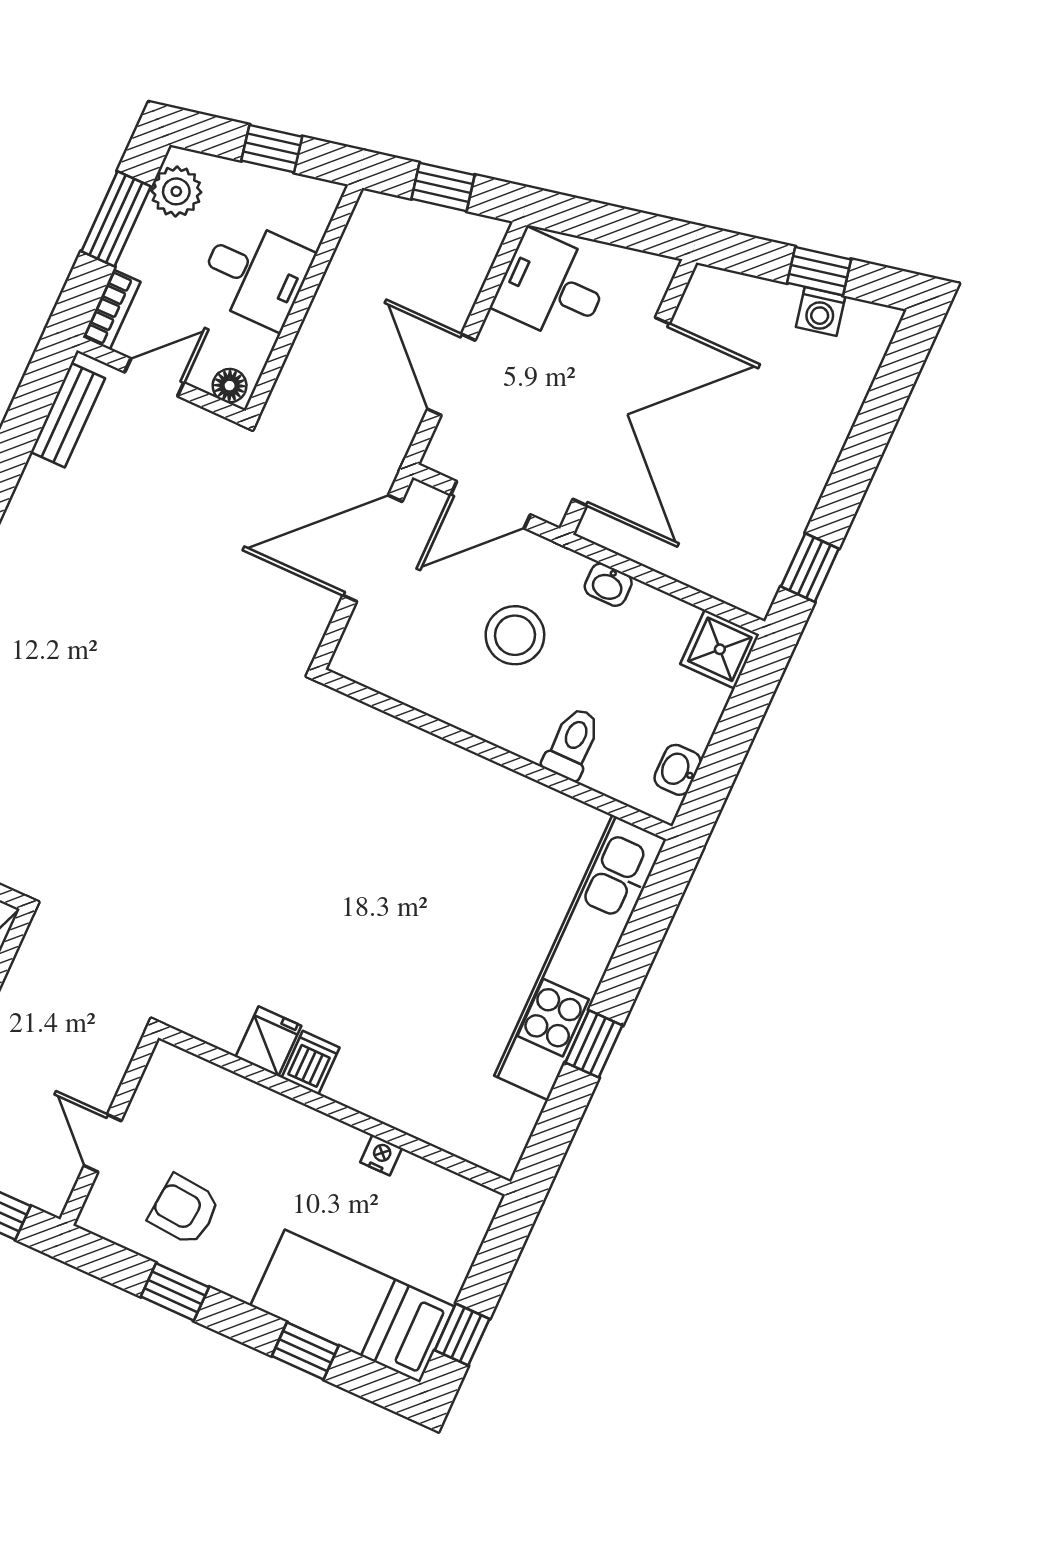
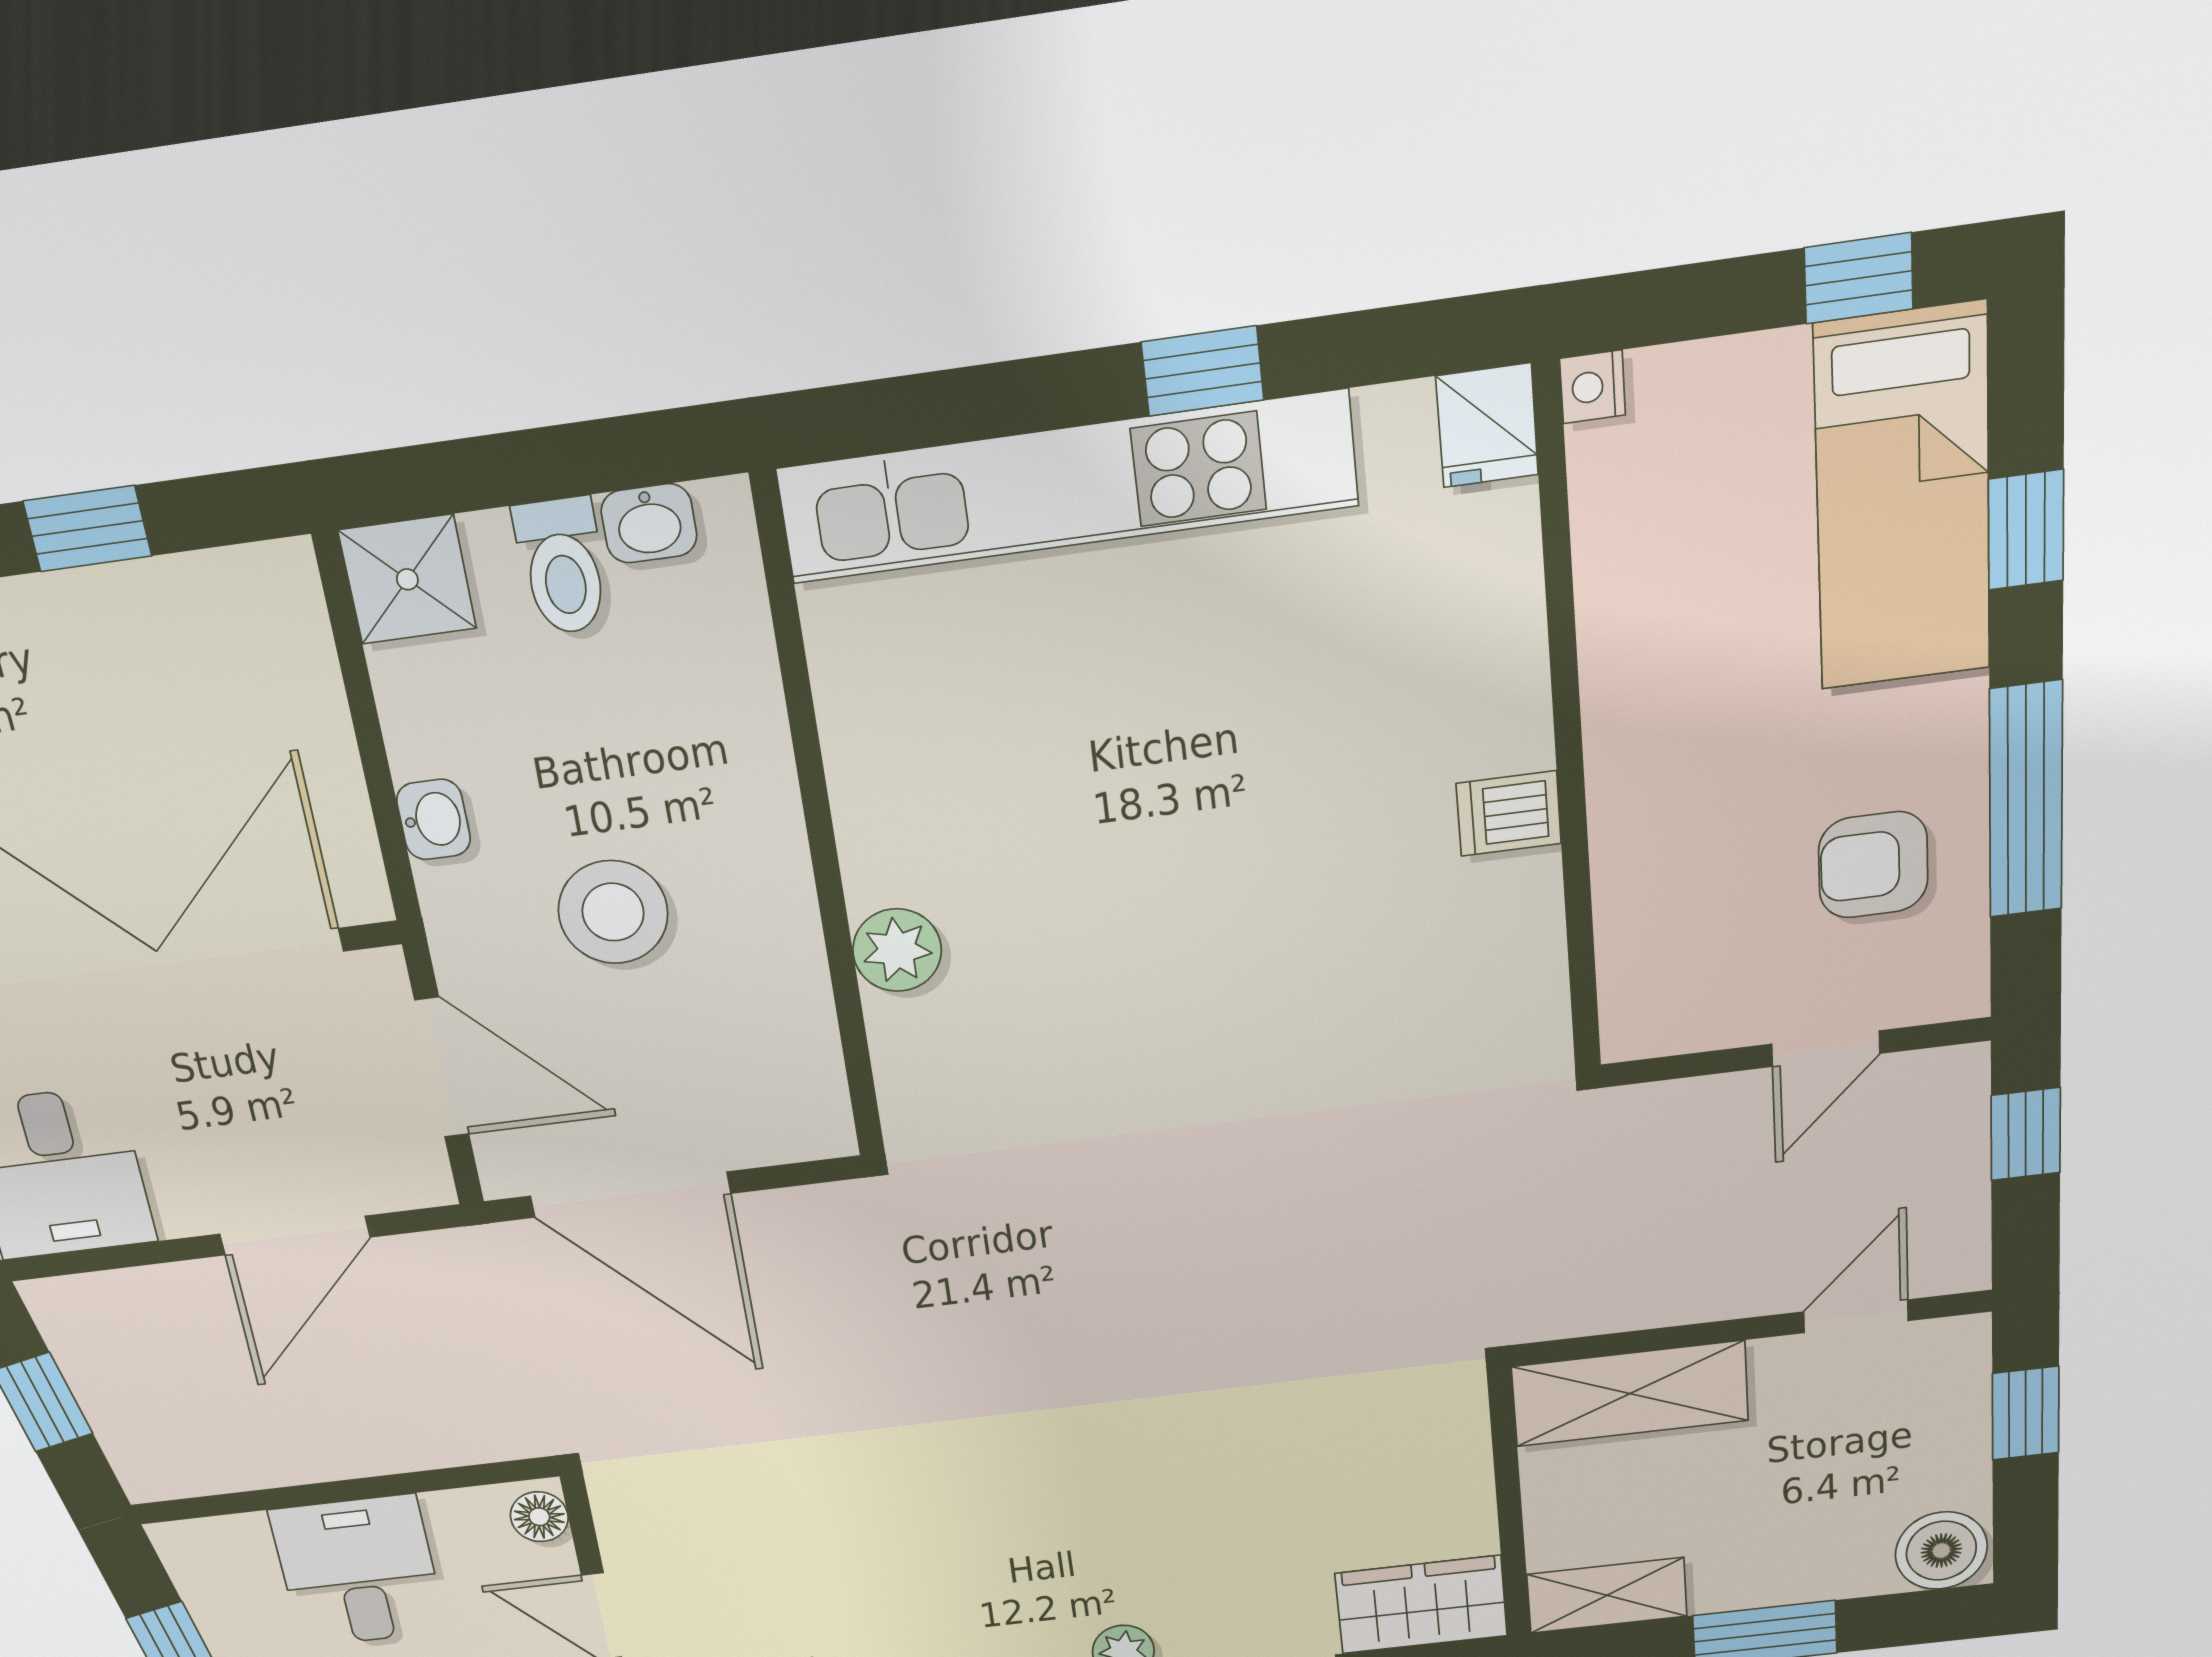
window: (810, 568) -> (87, 529), moved
toilet: (572, 744) -> (562, 566), moved, turned -90
plant: (416, 752) -> (897, 950), added
fridge: (268, 1041) -> (1487, 425), moved, turned -90
nightstand: (381, 1155) -> (1593, 387), moved
armchair: (184, 1210) -> (1873, 865), turned 85
window: (175, 1292) -> (2026, 800), width x2.17

